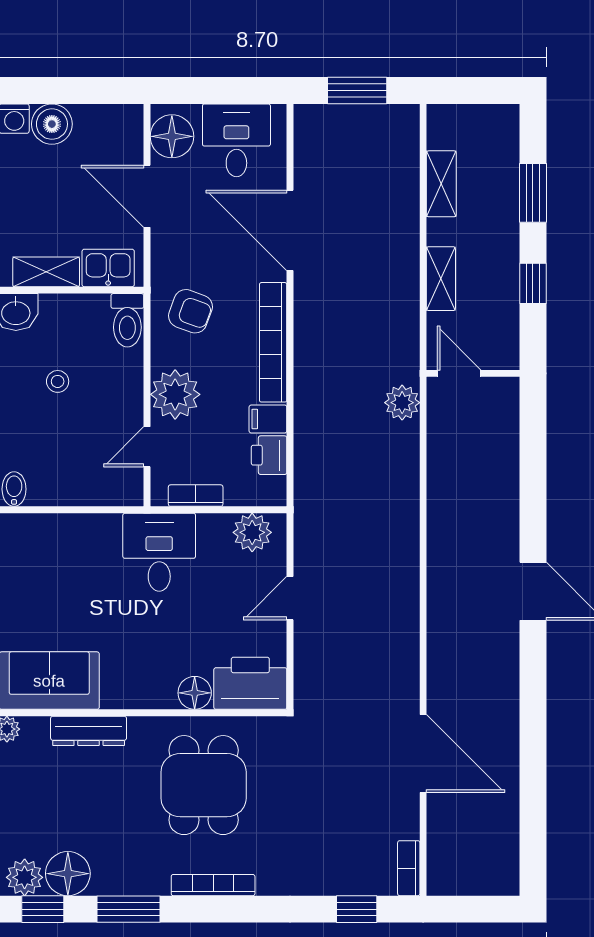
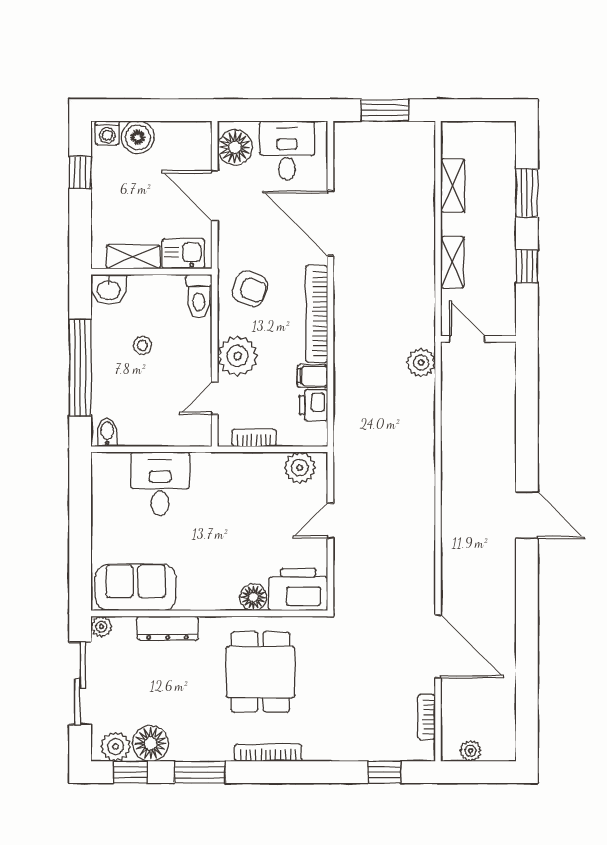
desk: (159, 552) -> (160, 484), moved
bookcase: (409, 868) -> (426, 717), moved
plant: (463, 883) -> (471, 751), added

